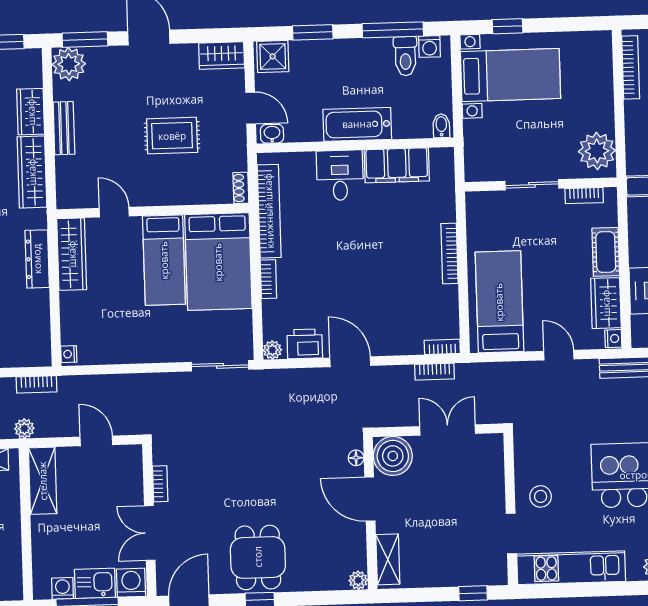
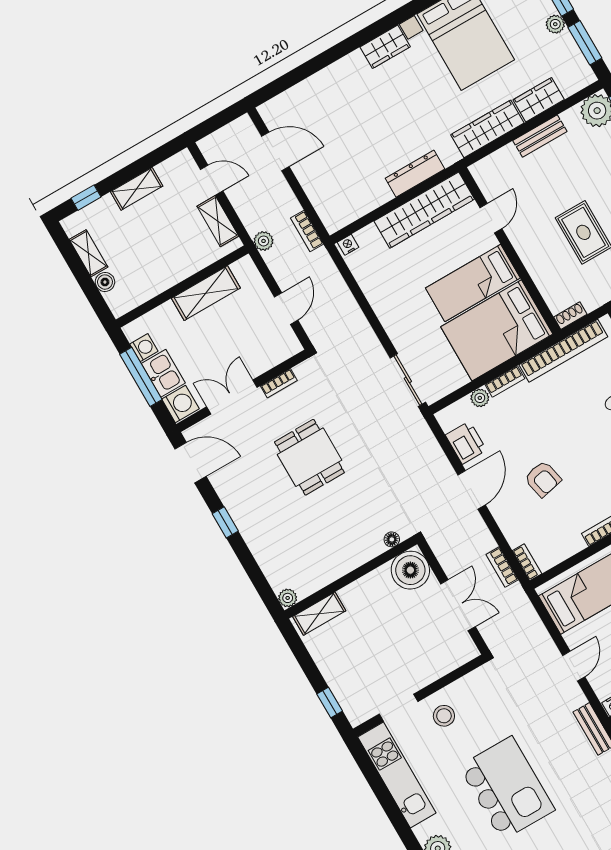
wardrobe: (72, 254) -> (424, 210), width x1.40, depth x1.17
armchair: (375, 292) -> (543, 479), added
plant: (272, 350) -> (480, 398), moved
shelving: (43, 481) -> (206, 293), moved
door: (370, 499) -> (363, 570), removed
dining table: (258, 557) -> (309, 457), moved, turned 90

